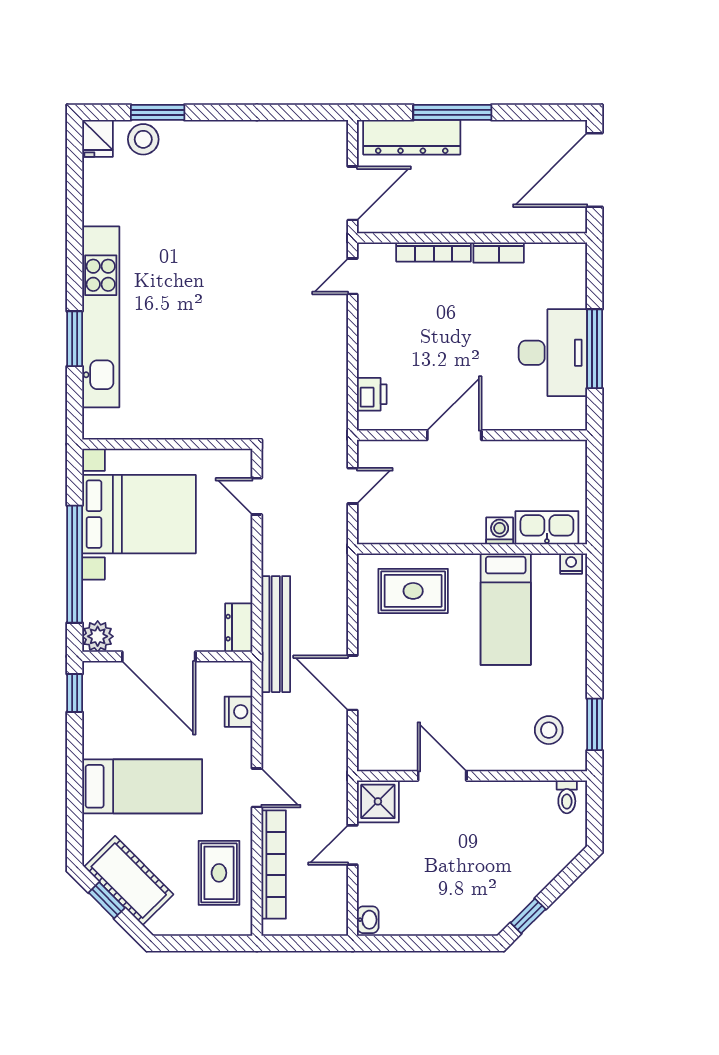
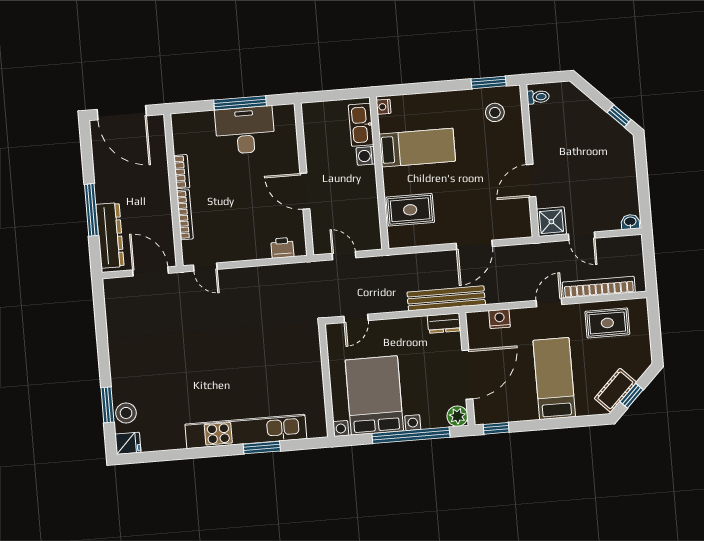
rug: (413, 591) -> (410, 210), turned 90
cot: (129, 881) -> (615, 390), width x0.73, depth x0.75

